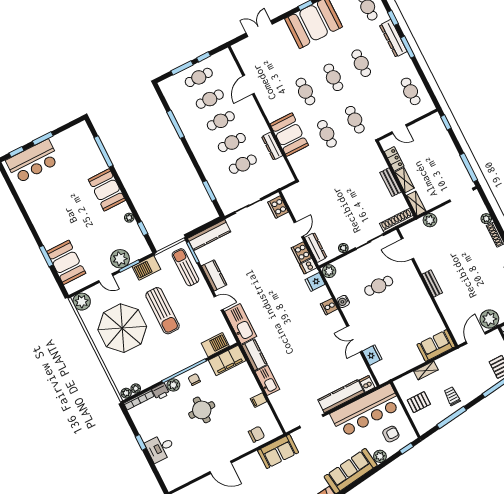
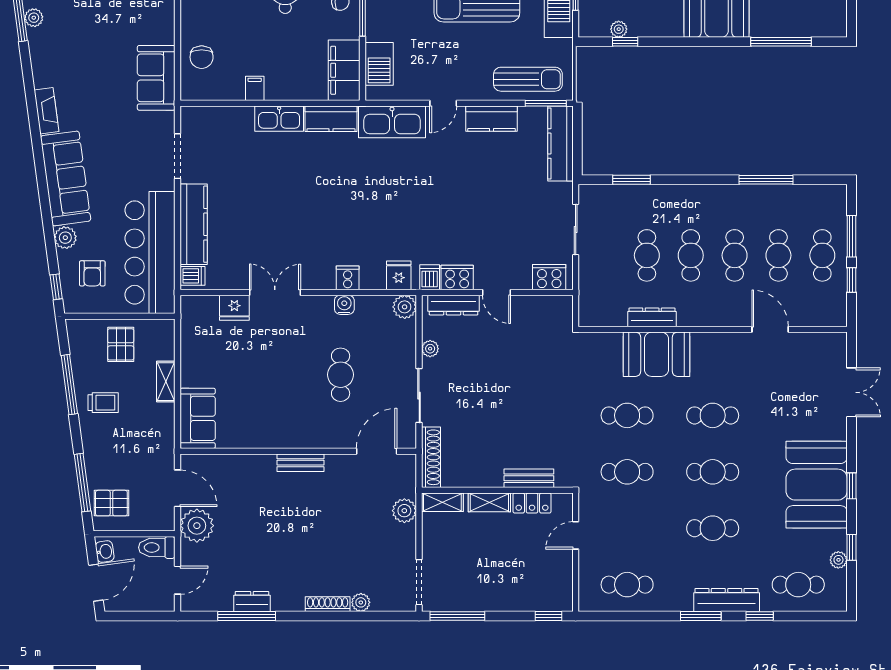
bench: (391, 182) -> (529, 478), moved
plant: (129, 218) -> (619, 29), moved

